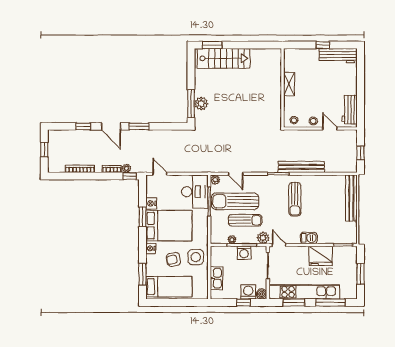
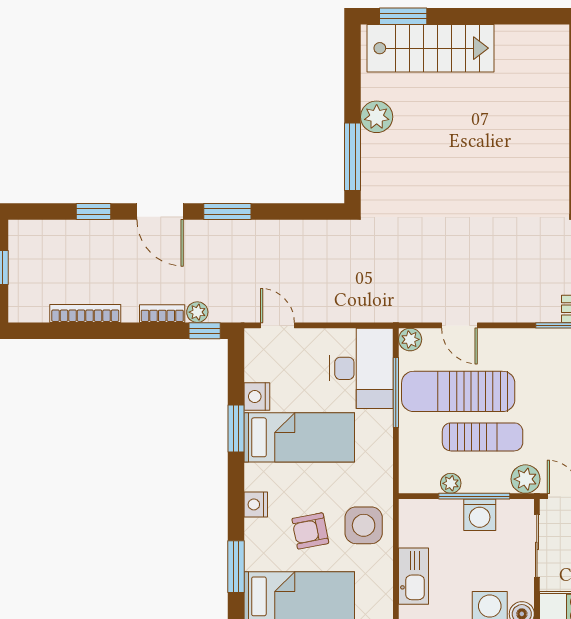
plant: (201, 104) -> (377, 117), moved
bed: (169, 226) -> (299, 437), width x0.67

